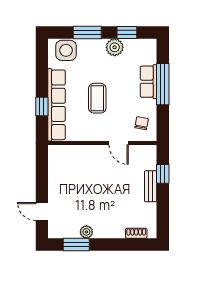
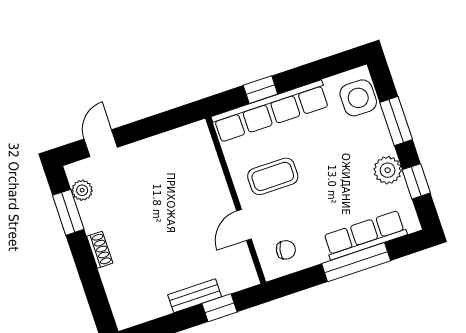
row of seats: (148, 82) -> (365, 235), width x1.48
coffee table: (97, 98) -> (273, 176), moved
plant: (86, 232) -> (82, 190), moved
shoe rack: (136, 233) -> (100, 250), moved

